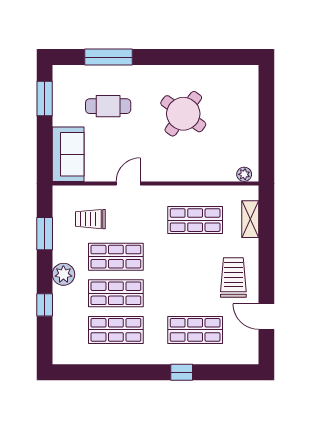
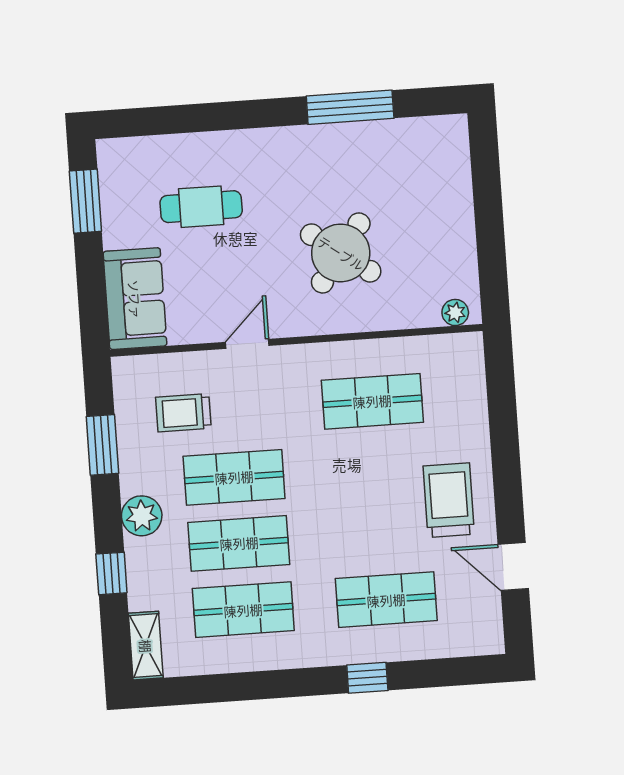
window: (109, 57) -> (350, 107), moved
round table: (183, 114) -> (341, 253), moved
shelving: (250, 219) -> (146, 646), moved

